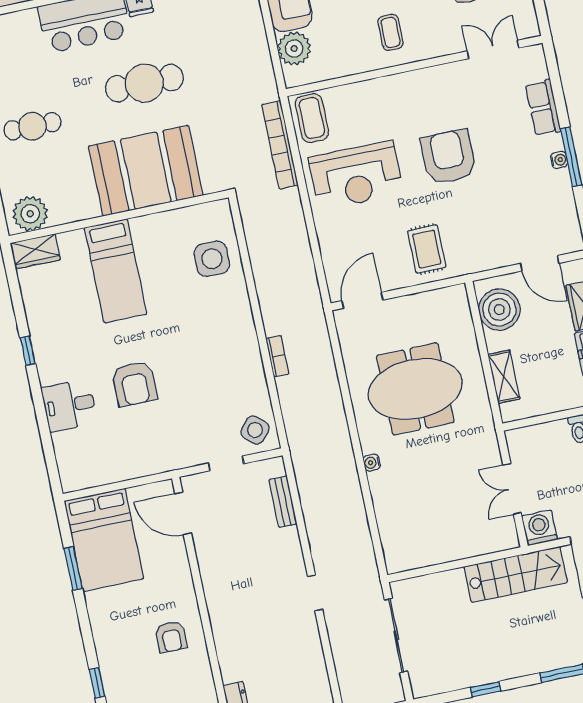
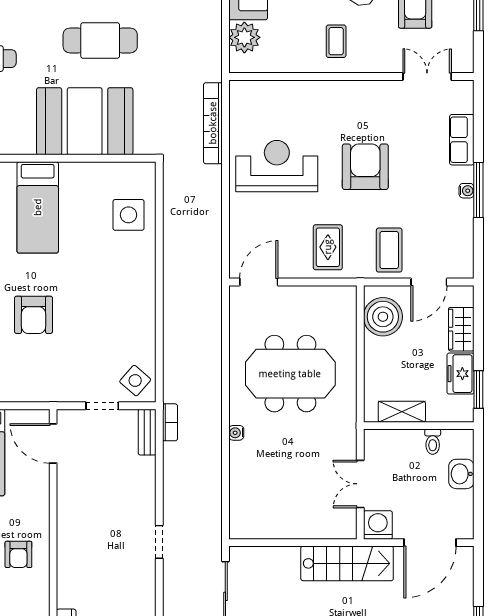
coffee table: (312, 118) -> (389, 250), moved
reception desk: (356, 176) -> (277, 166), turned 180
door: (540, 263) -> (429, 282), hinge flipped
bookcase: (277, 356) -> (170, 422), moved
shelving: (504, 377) -> (402, 412), moved, turned 90
bench: (283, 502) -> (147, 432), moved

